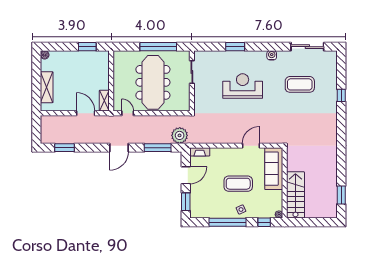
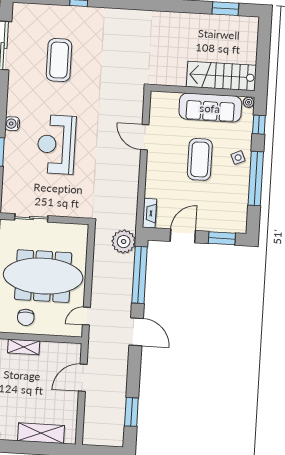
water cooler: (272, 55) -> (12, 124), moved
chair: (124, 72) -> (26, 317), added
shelving: (104, 101) -> (24, 347), moved
window: (158, 148) -> (140, 275), width x1.46
sofa: (274, 169) -> (210, 108), moved
door: (186, 175) -> (183, 236), hinge flipped

